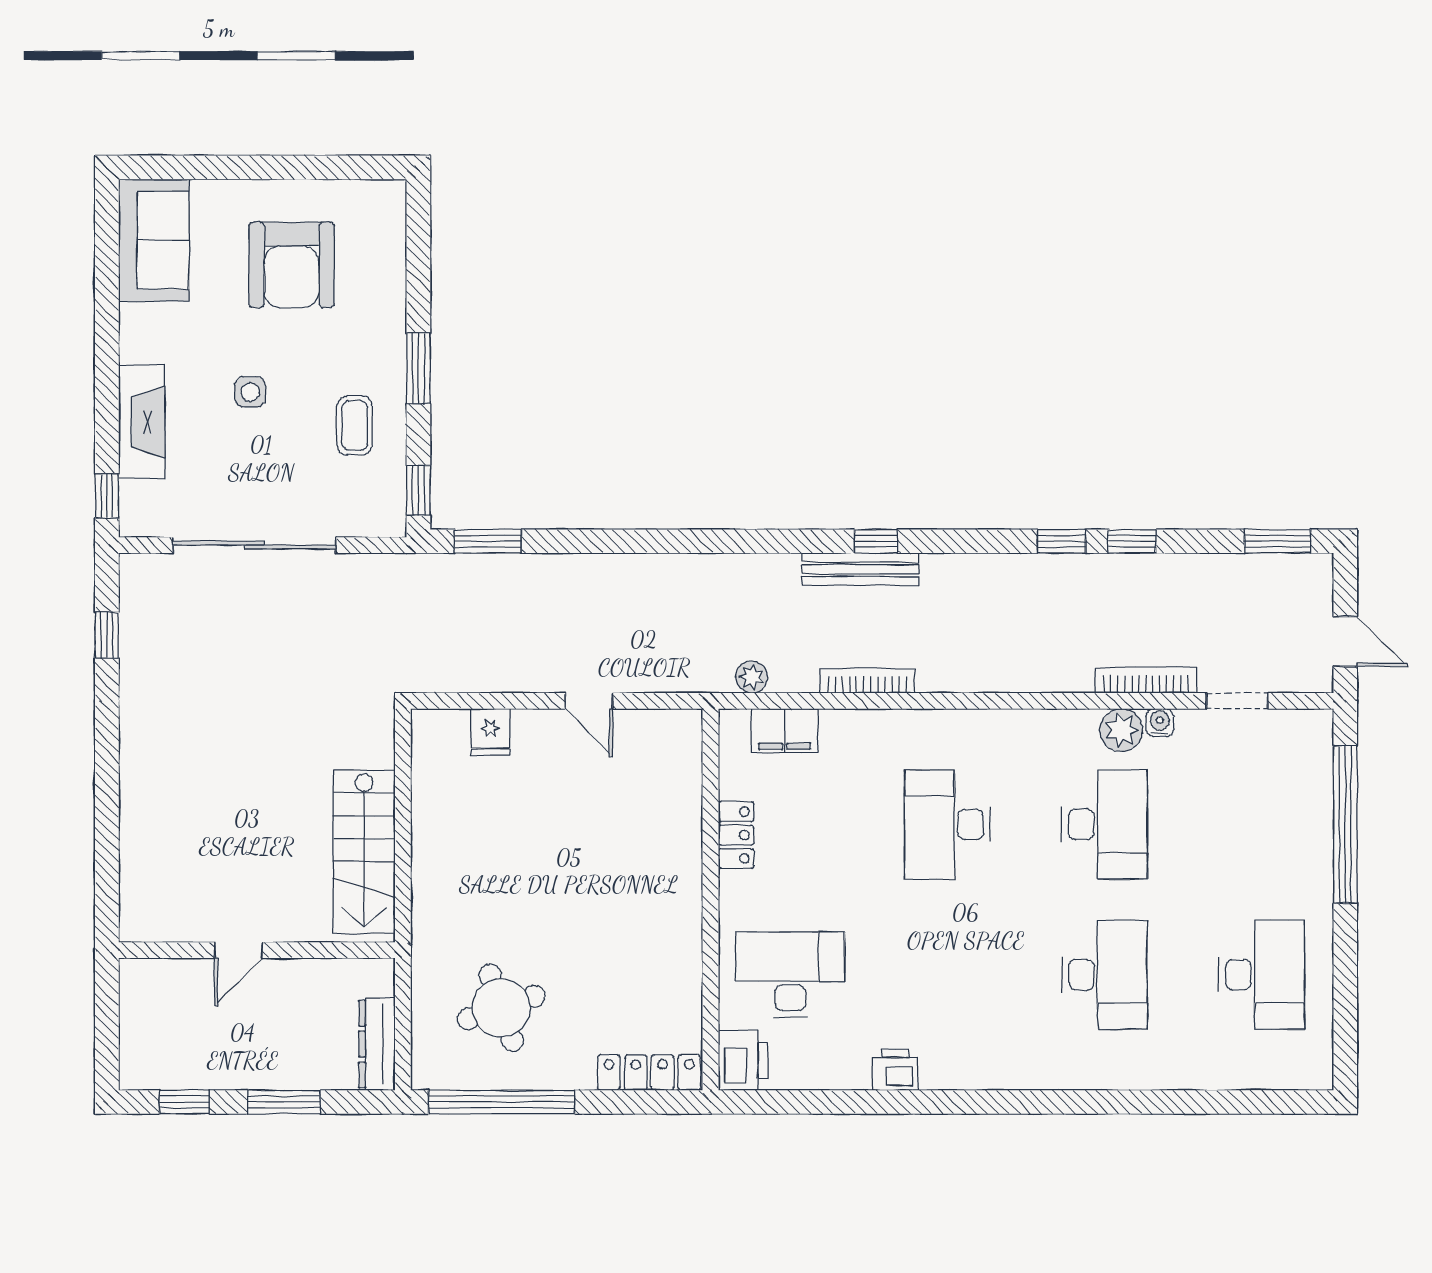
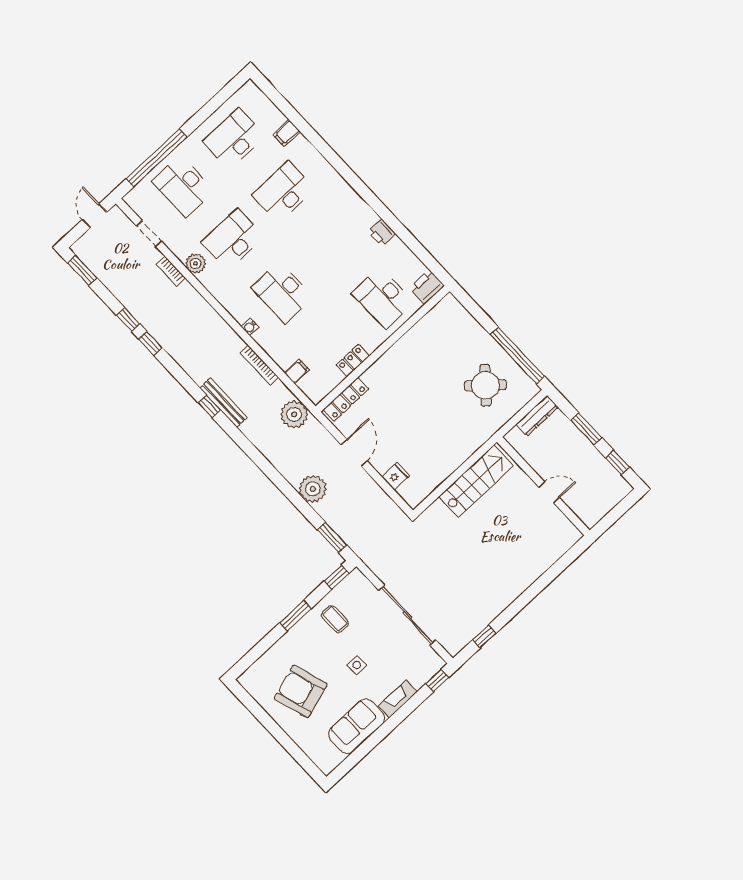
sofa: (154, 240) -> (357, 726), moved
armchair: (292, 265) -> (301, 691), turned -107
fireplace: (142, 422) -> (398, 699), width x0.73, depth x0.76
coffee table: (355, 425) -> (335, 619), turned 90
plant: (593, 583) -> (313, 489), added
plant: (752, 677) -> (294, 414), width x1.87, depth x1.87
bookcase: (1146, 680) -> (171, 271), width x0.64
door: (589, 701) -> (354, 453), width x1.38
water cooler: (1160, 723) -> (250, 327), moved
filing cabinet: (785, 731) -> (297, 371), width x0.50
desk: (947, 824) -> (282, 292), turned 90
desk: (1262, 824) -> (183, 186), added
round table: (501, 1008) -> (485, 385), turned -30
filing cabinet: (1192, 1066) -> (287, 133), added
locker: (649, 1073) -> (346, 399), moved, turned -90

